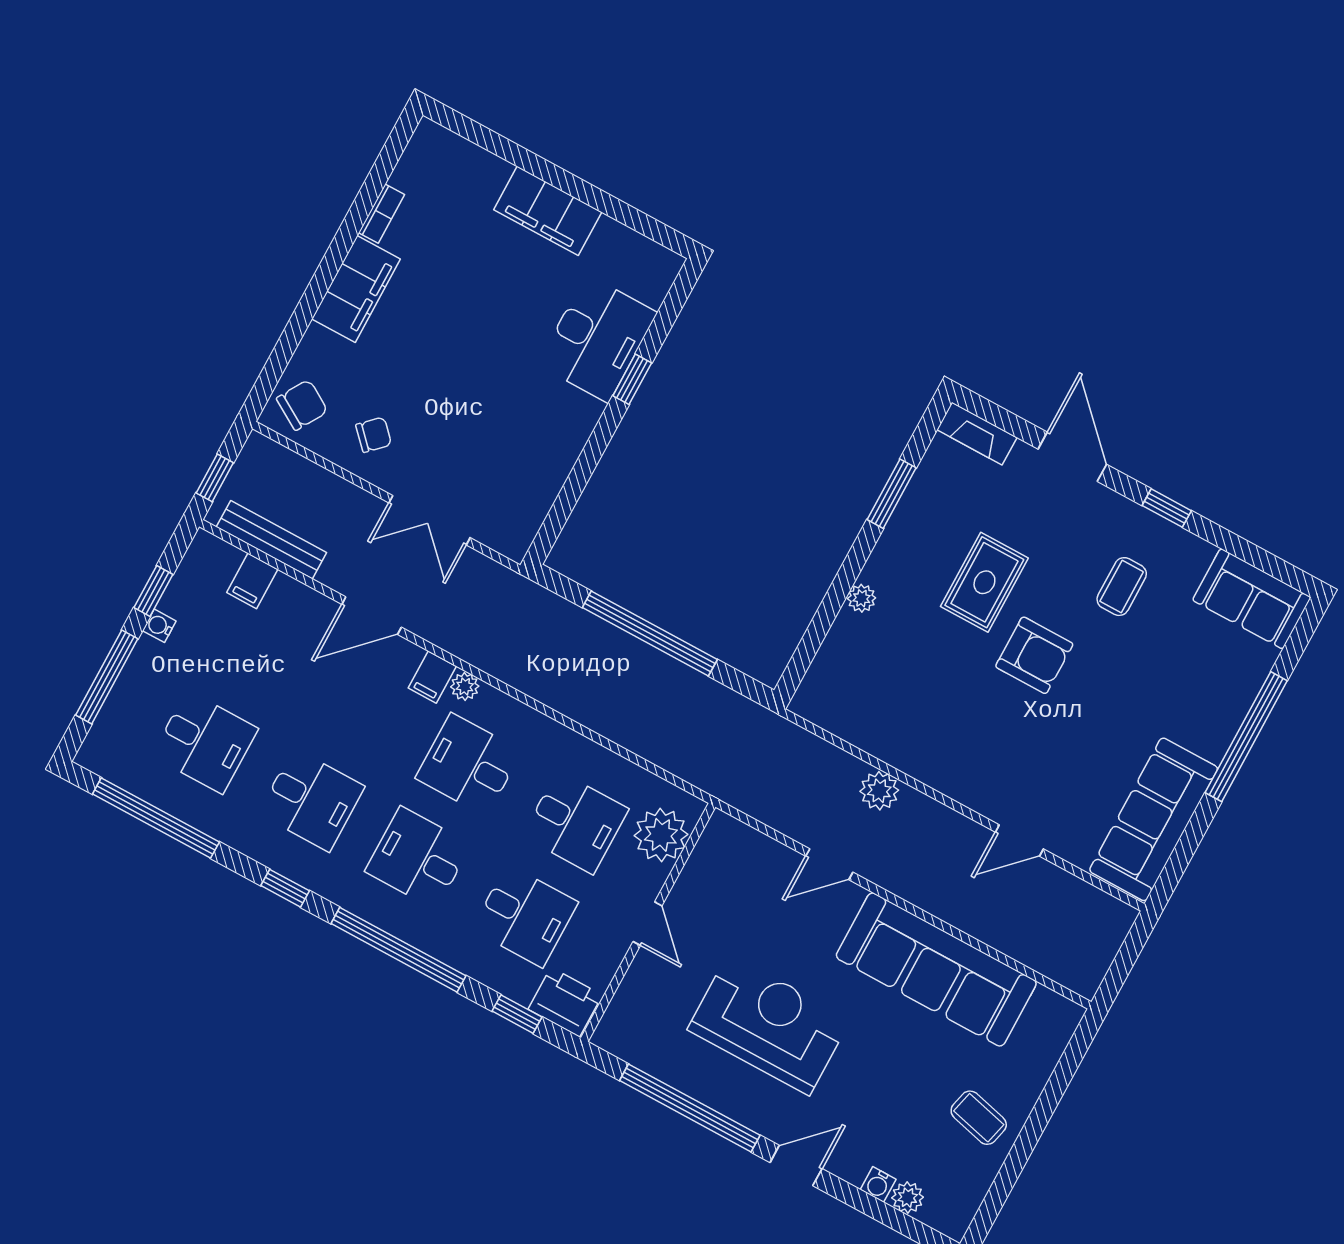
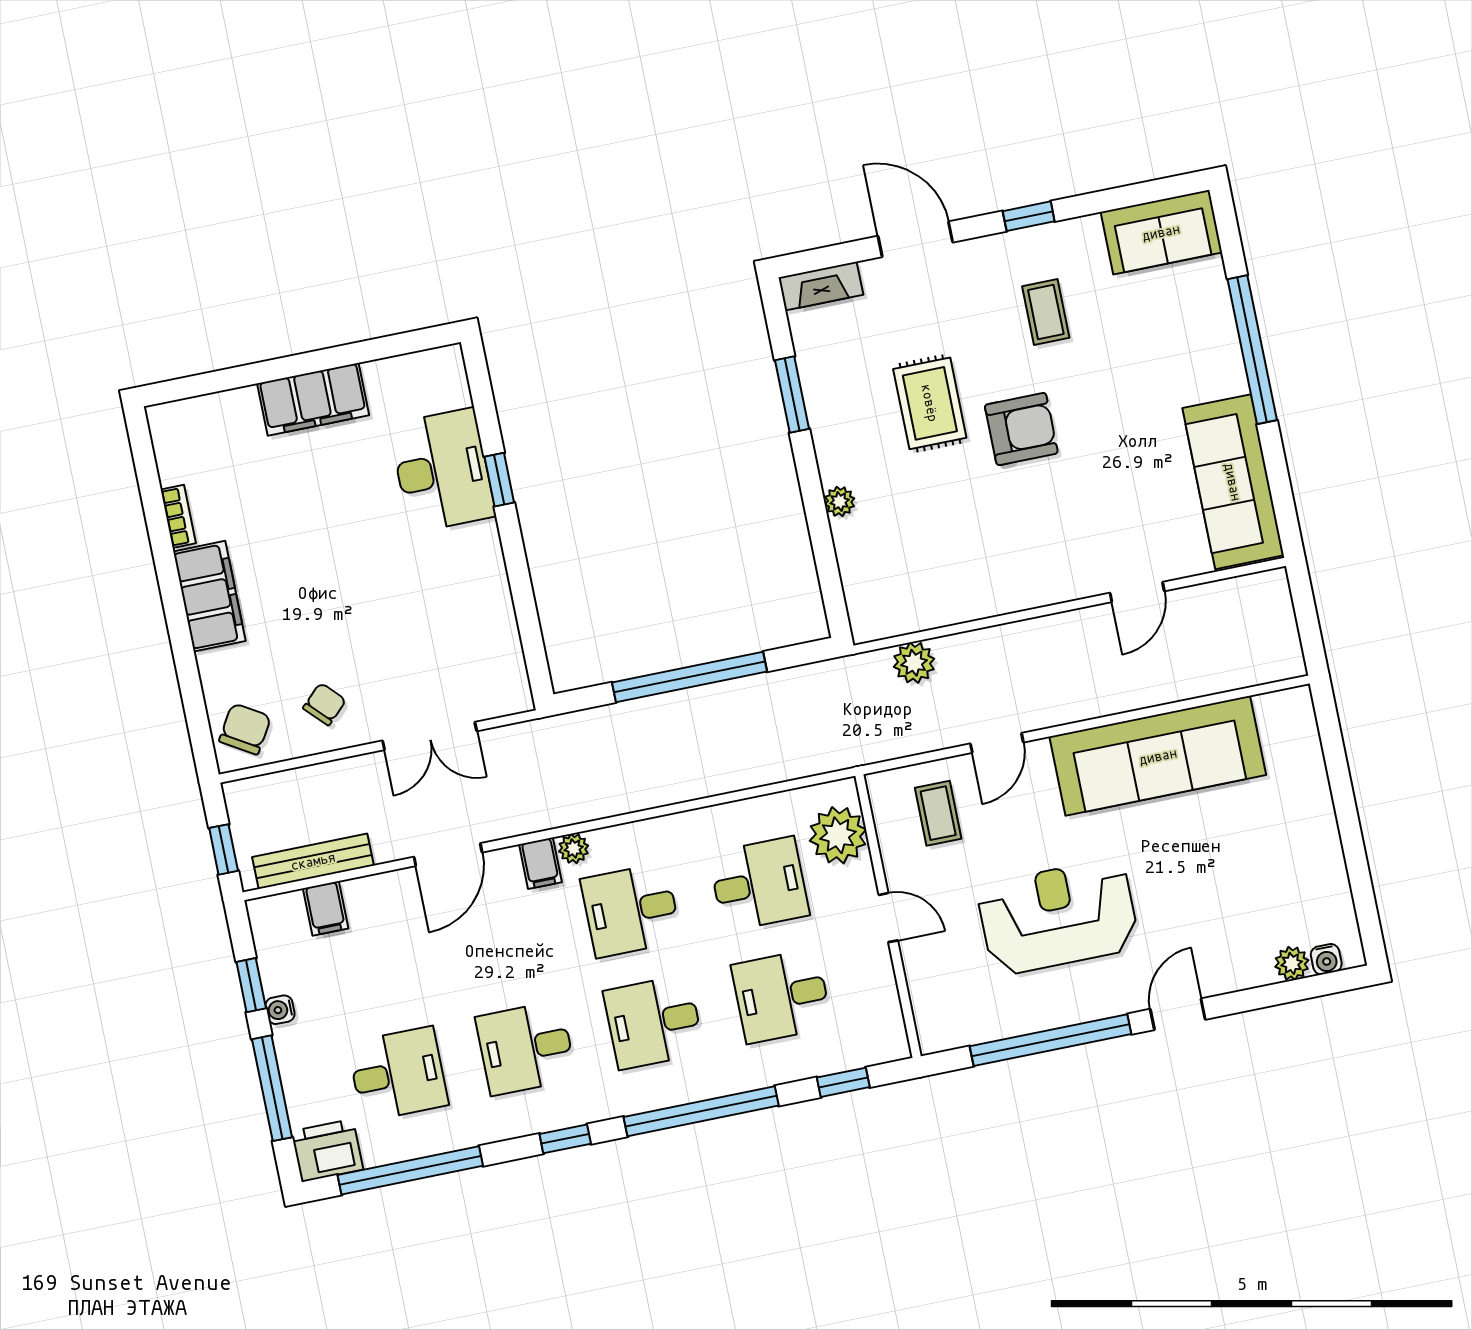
plant: (879, 791) -> (914, 663), moved
desk: (311, 800) -> (526, 1048), turned 180
desk: (525, 916) -> (782, 996), turned 180
printer: (565, 1002) -> (327, 1150), moved
coffee table: (979, 1118) -> (938, 813), moved, turned 76
water cooler: (878, 1184) -> (1326, 959), moved

